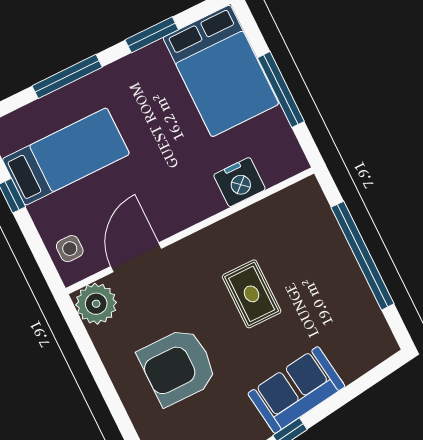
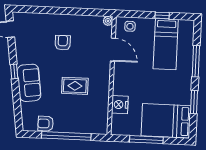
plant: (96, 304) -> (108, 21), width x0.53, depth x0.53
armchair: (360, 311) -> (46, 124), added
armchair: (178, 367) -> (63, 43), width x0.53, depth x0.53

